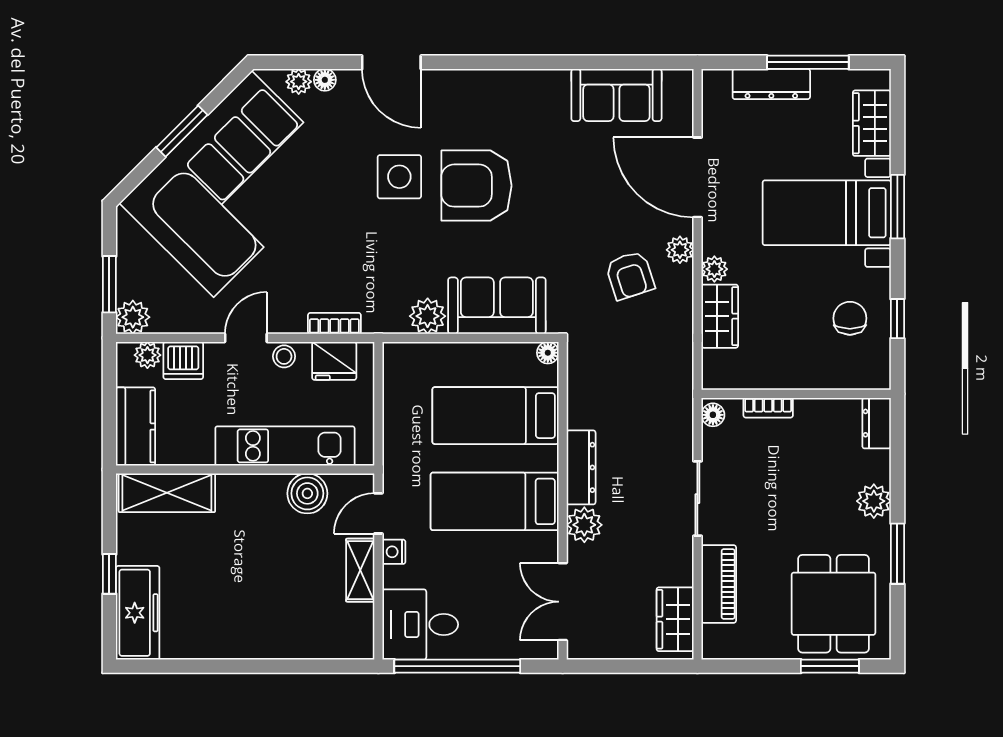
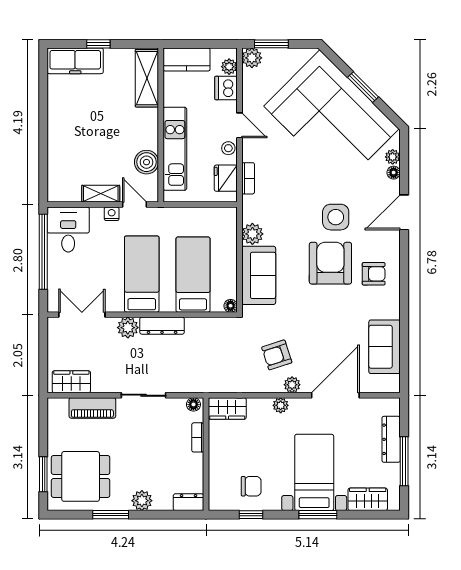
armchair: (494, 113) -> (374, 274), added
wardrobe: (720, 316) -> (227, 408), moved

